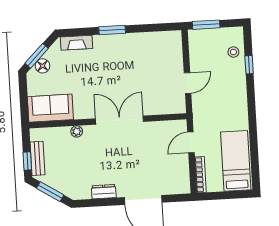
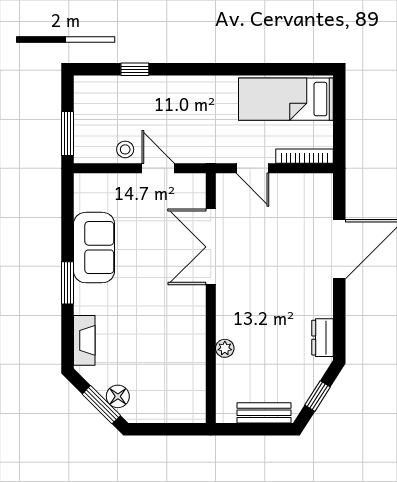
stool: (233, 52) -> (125, 149), moved
sofa: (50, 108) -> (94, 248), moved, turned 180
double door: (119, 120) -> (211, 247), moved
window: (27, 161) -> (267, 429), removed
window: (50, 192) -> (318, 396), width x0.67
dresser: (104, 192) -> (323, 338), moved

